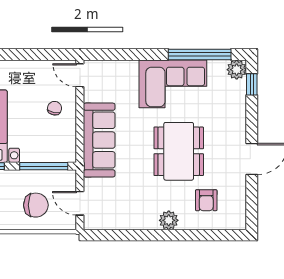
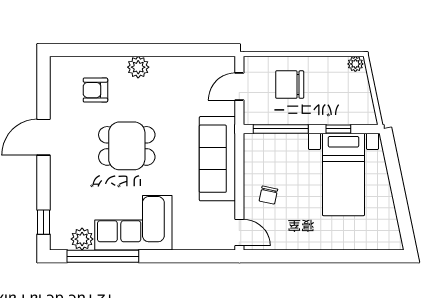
plant: (237, 70) -> (82, 239), moved
dining table: (179, 151) -> (127, 146), width x0.73
armchair: (206, 200) -> (95, 90), turned -90
door: (80, 203) -> (239, 87), swing flipped

